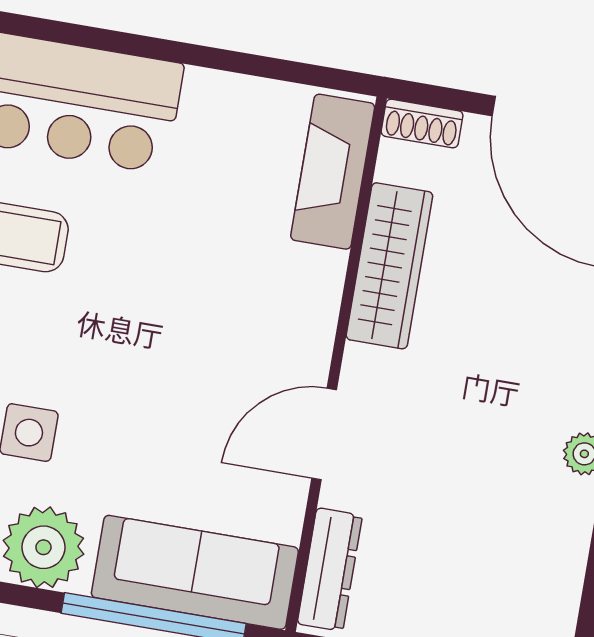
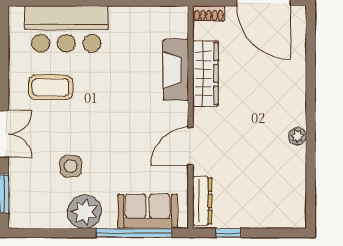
fireplace: (333, 172) -> (176, 70), moved
sofa: (195, 572) -> (148, 211), width x0.73

